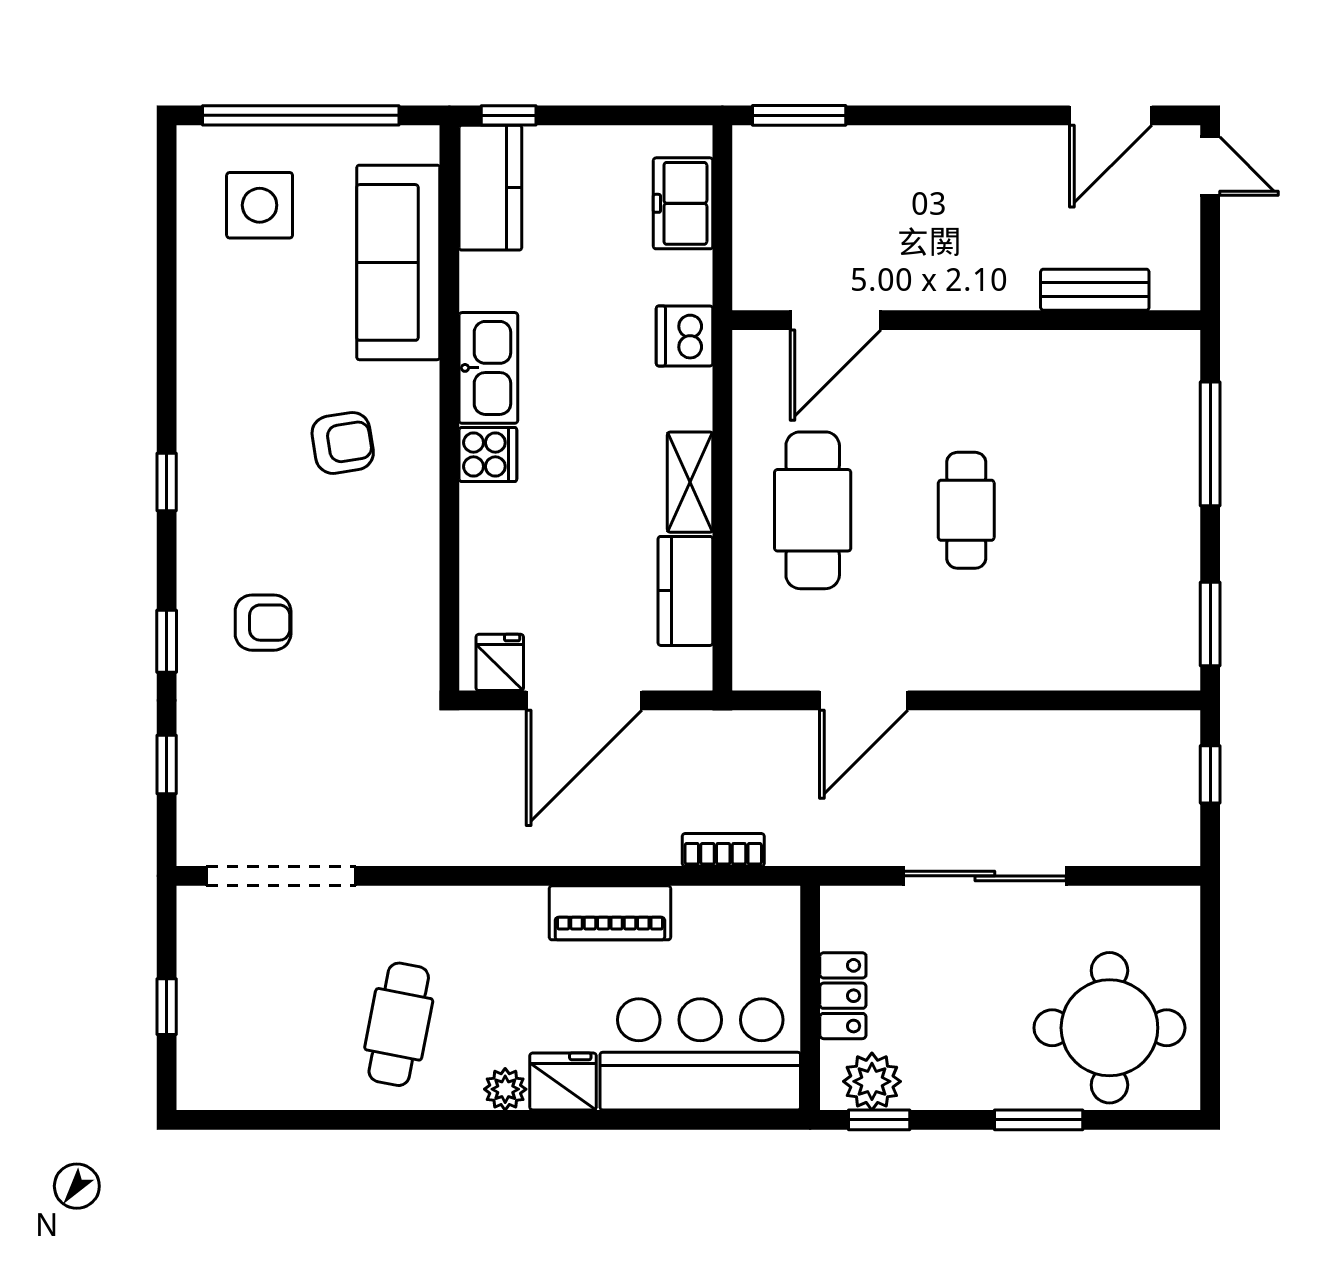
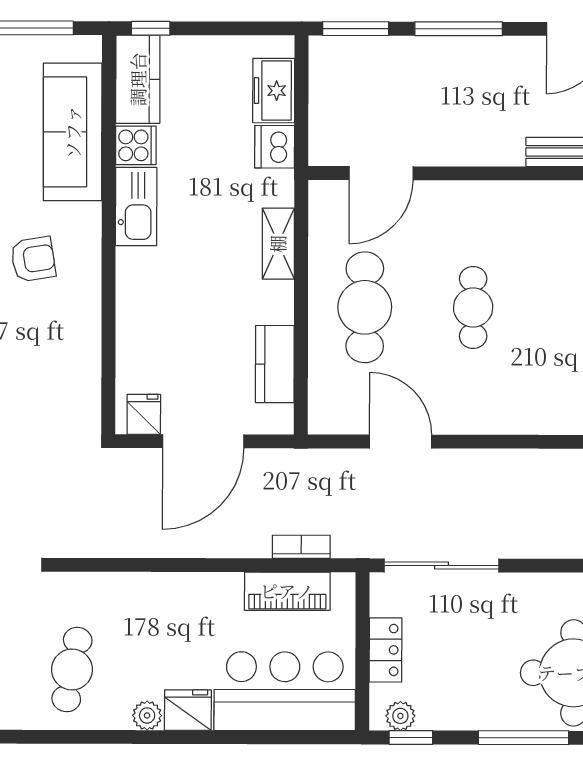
window: (945, 115) -> (459, 29), added
dishwasher: (685, 336) -> (275, 147), moved
cooker: (488, 454) -> (136, 145), moved
shelving: (690, 482) -> (278, 244), moved
door: (864, 700) -> (401, 442), swing flipped
sliding door: (985, 876) -> (442, 566), moved
piano: (610, 913) -> (287, 591), moved
plant: (872, 1081) -> (400, 716), width x0.73, depth x0.73
window: (1039, 1120) -> (523, 738), width x1.44

